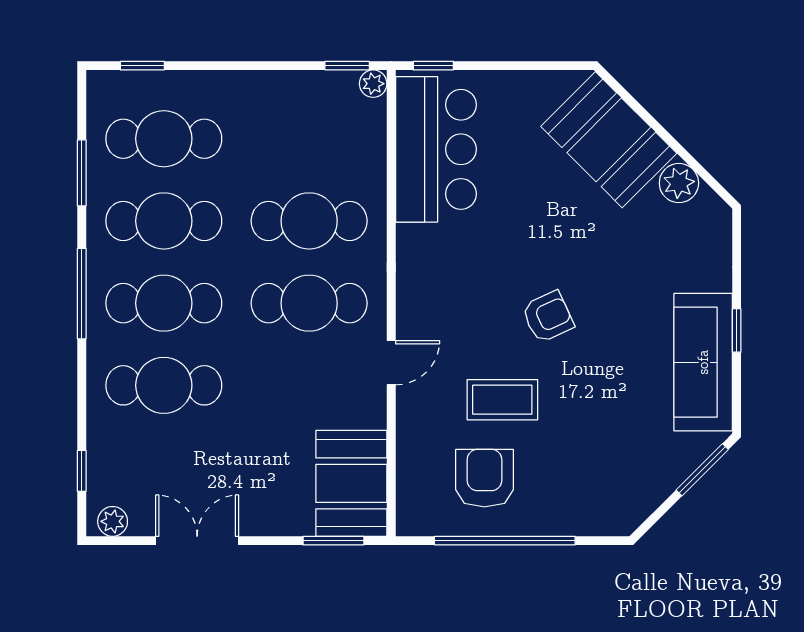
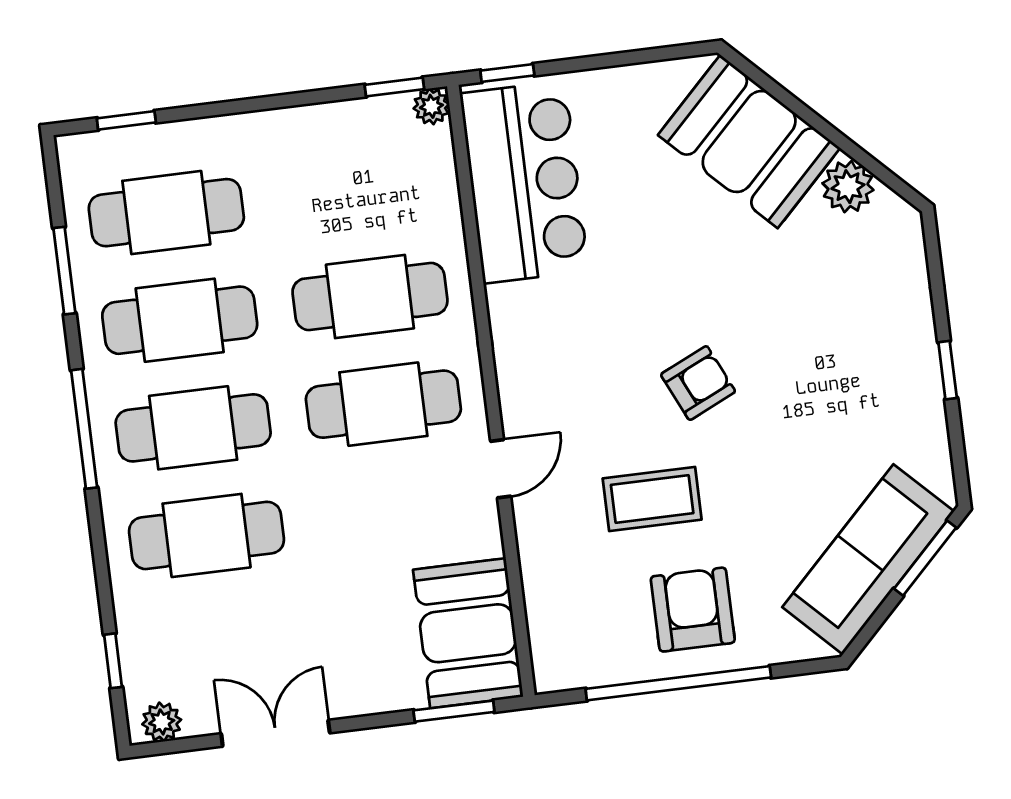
sofa: (703, 362) -> (868, 559), moved, turned 45
armchair: (484, 478) -> (693, 610), moved

